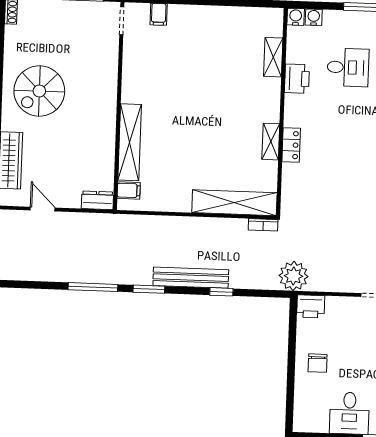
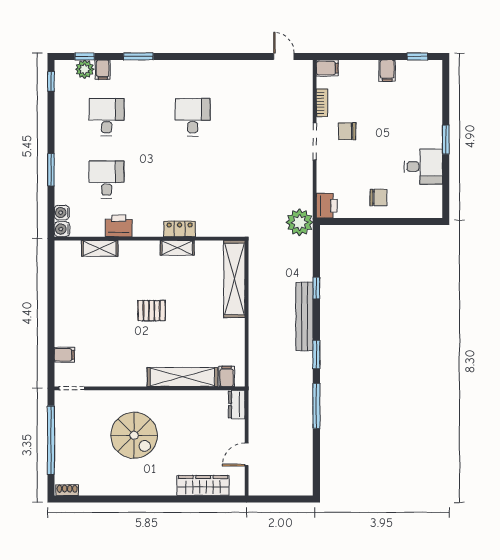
spiral stairs: (39, 91) -> (134, 435), moved
pallet: (203, 111) -> (152, 311), added
bookcase: (263, 225) -> (254, 252), removed

